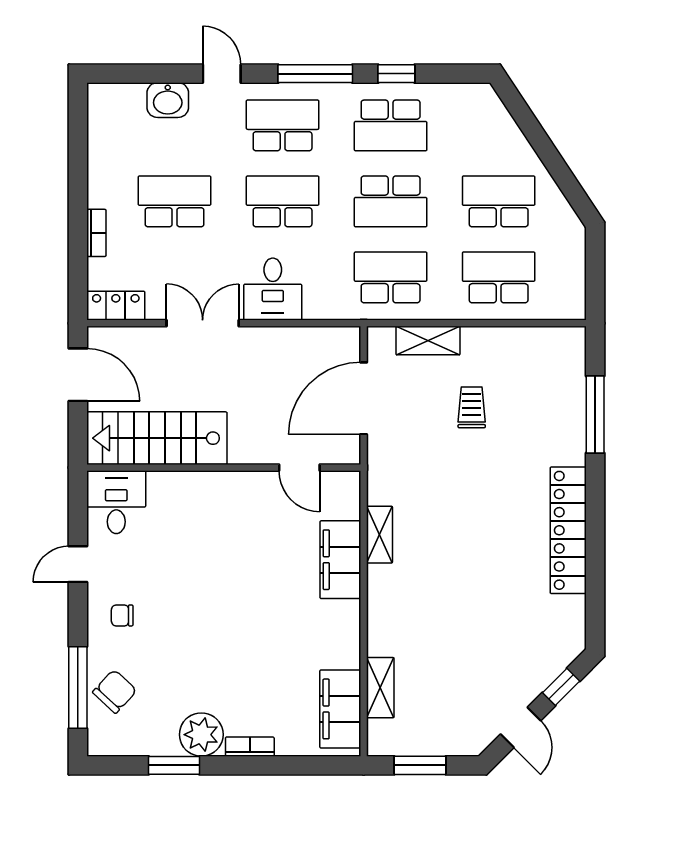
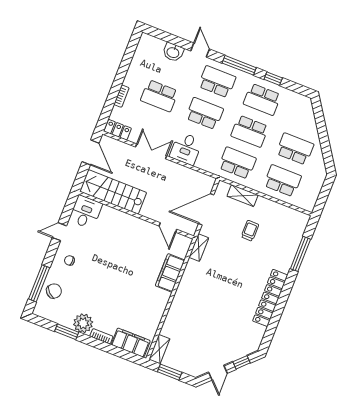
school desk: (175, 201) -> (159, 96), turned 180
shelving: (379, 535) -> (199, 248), moved
shelving: (380, 688) -> (159, 349), moved
filing cabinet: (340, 709) -> (131, 343), moved, turned 90

